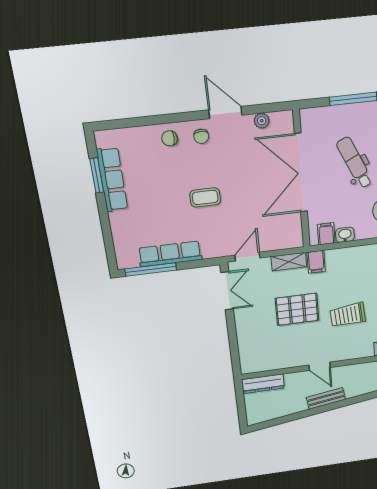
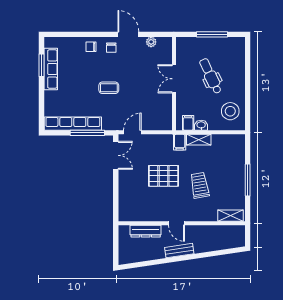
double door: (301, 173) -> (174, 79), width x0.54
row of seats: (170, 254) -> (73, 124), width x1.36
shelving: (289, 262) -> (199, 140), moved
window: (151, 269) -> (87, 133), moved
trolley: (348, 315) -> (200, 185), turned 85
dresser: (263, 384) -> (146, 231), moved

